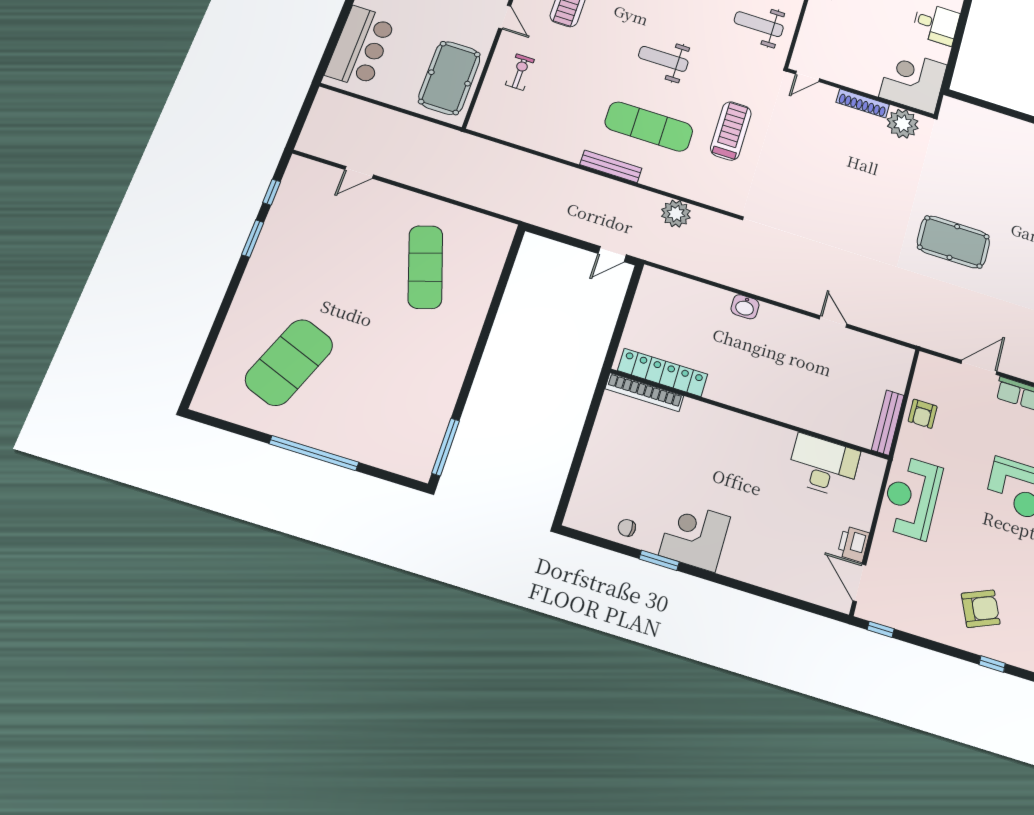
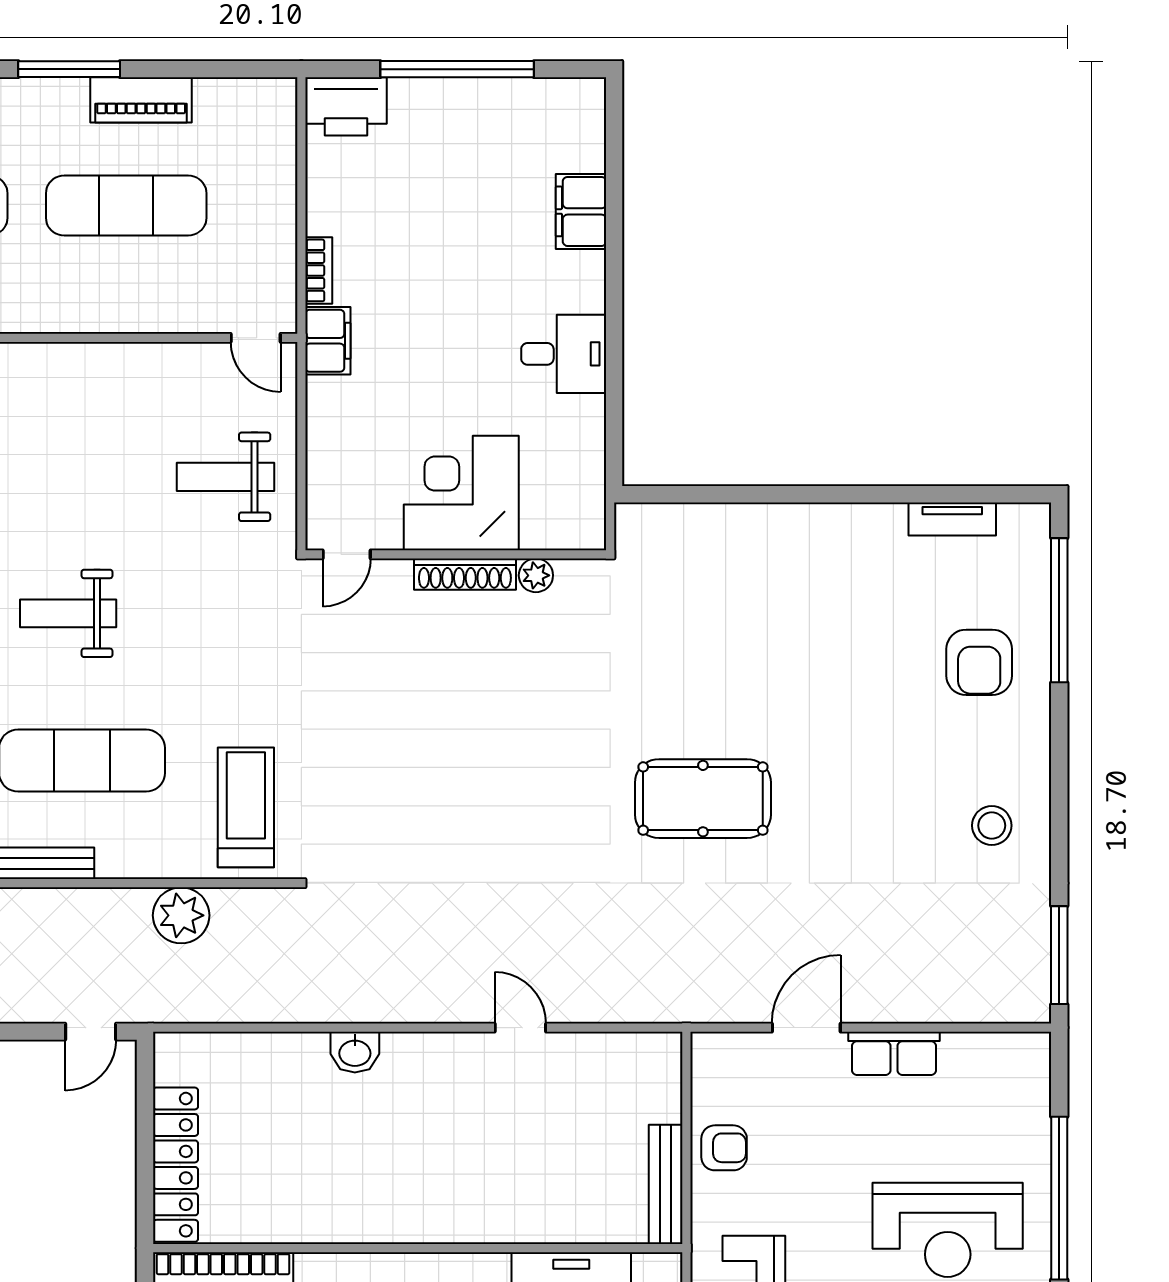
corner desk: (913, 81) -> (461, 493), moved
plant: (903, 124) -> (536, 575), width x0.53, depth x0.53
treadmill: (731, 131) -> (246, 807), moved
locker: (663, 372) -> (175, 1165), moved, turned 90
armchair: (923, 414) -> (724, 1148), turned -90

